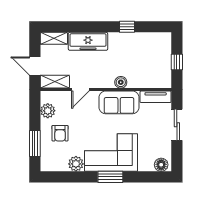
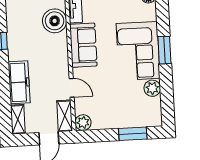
boiler: (121, 82) -> (55, 21), moved, width x1.86, depth x1.86
plant: (48, 111) -> (83, 123), moved
armchair: (60, 133) -> (120, 107), removed

